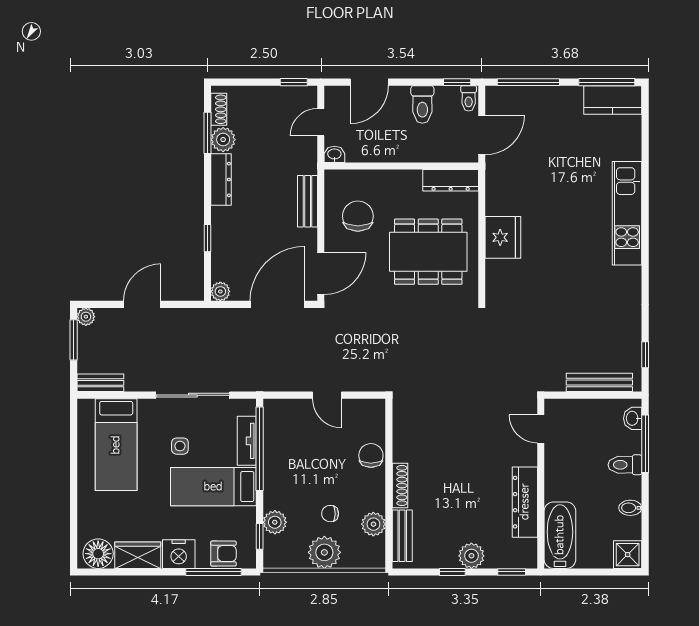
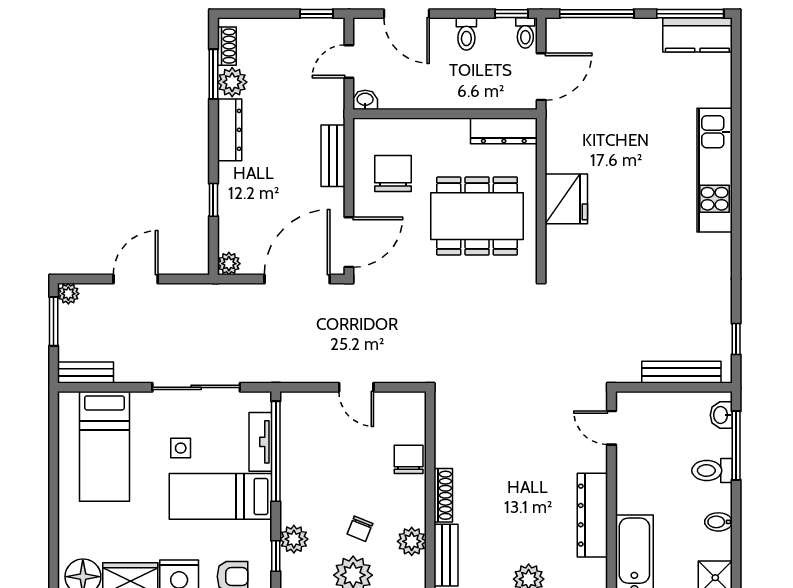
door: (369, 82) -> (407, 14), hinge flipped
toilet: (422, 104) -> (466, 34), width x0.73, depth x0.72
chair: (330, 514) -> (360, 529), turned -68

